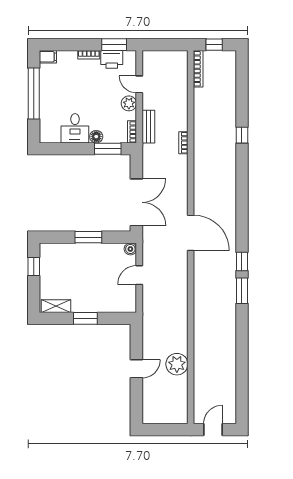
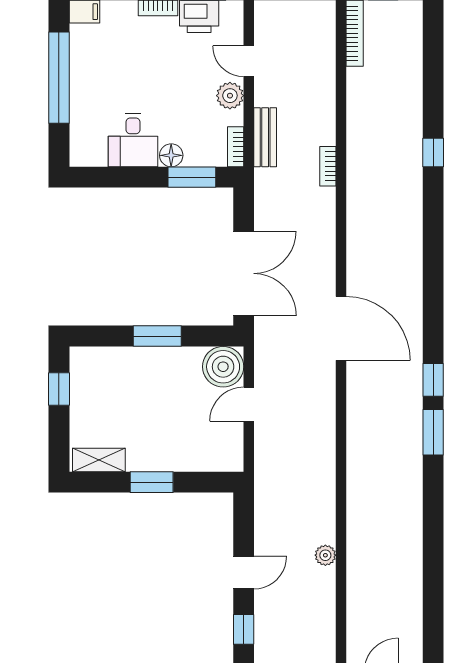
boiler: (130, 249) -> (223, 367), width x1.86, depth x1.86
plant: (177, 364) -> (325, 555), width x0.53, depth x0.53
window: (136, 400) -> (244, 629), added

